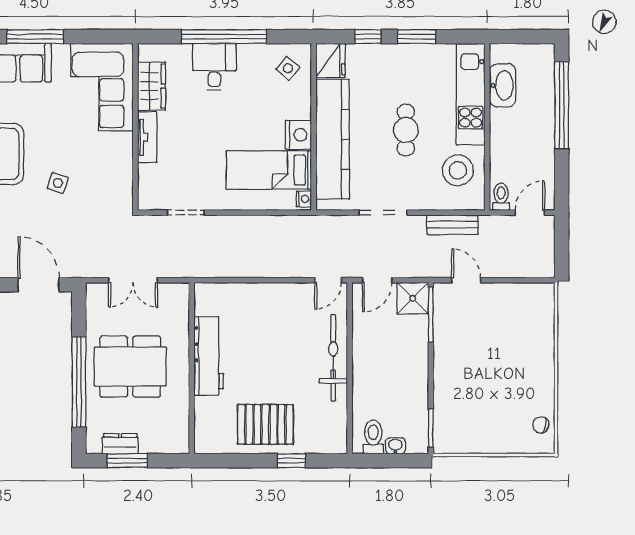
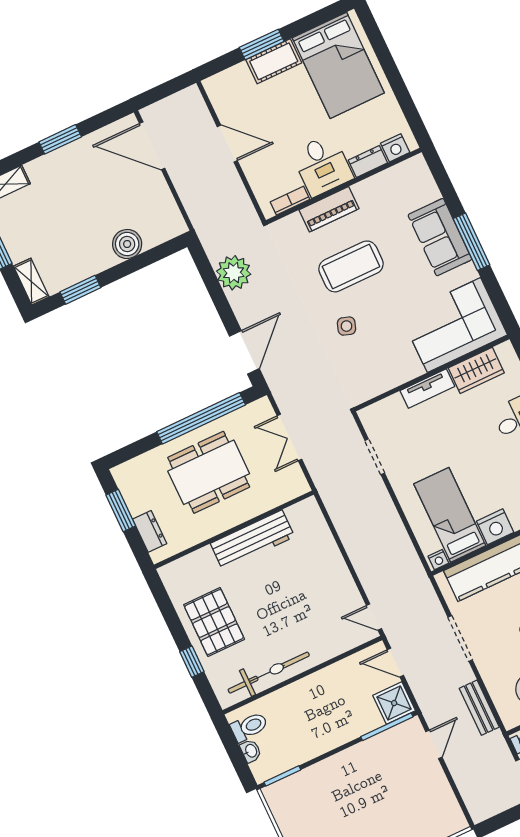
bicycle: (333, 358) -> (269, 673), moved
dining table: (130, 367) -> (209, 472), turned 90
window: (79, 382) -> (201, 418), moved
dresser: (120, 444) -> (150, 531), moved

